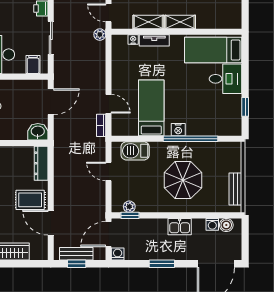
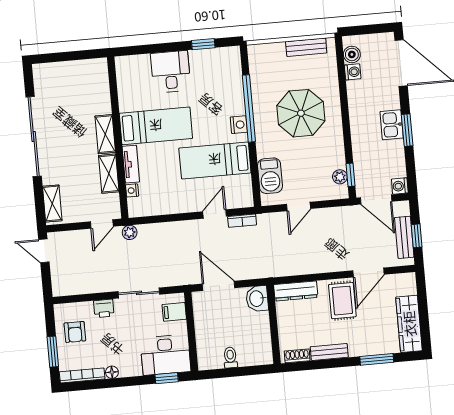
bed: (213, 50) -> (156, 126), moved, turned -90
kitchen sink: (180, 227) -> (392, 125), moved, turned 180

